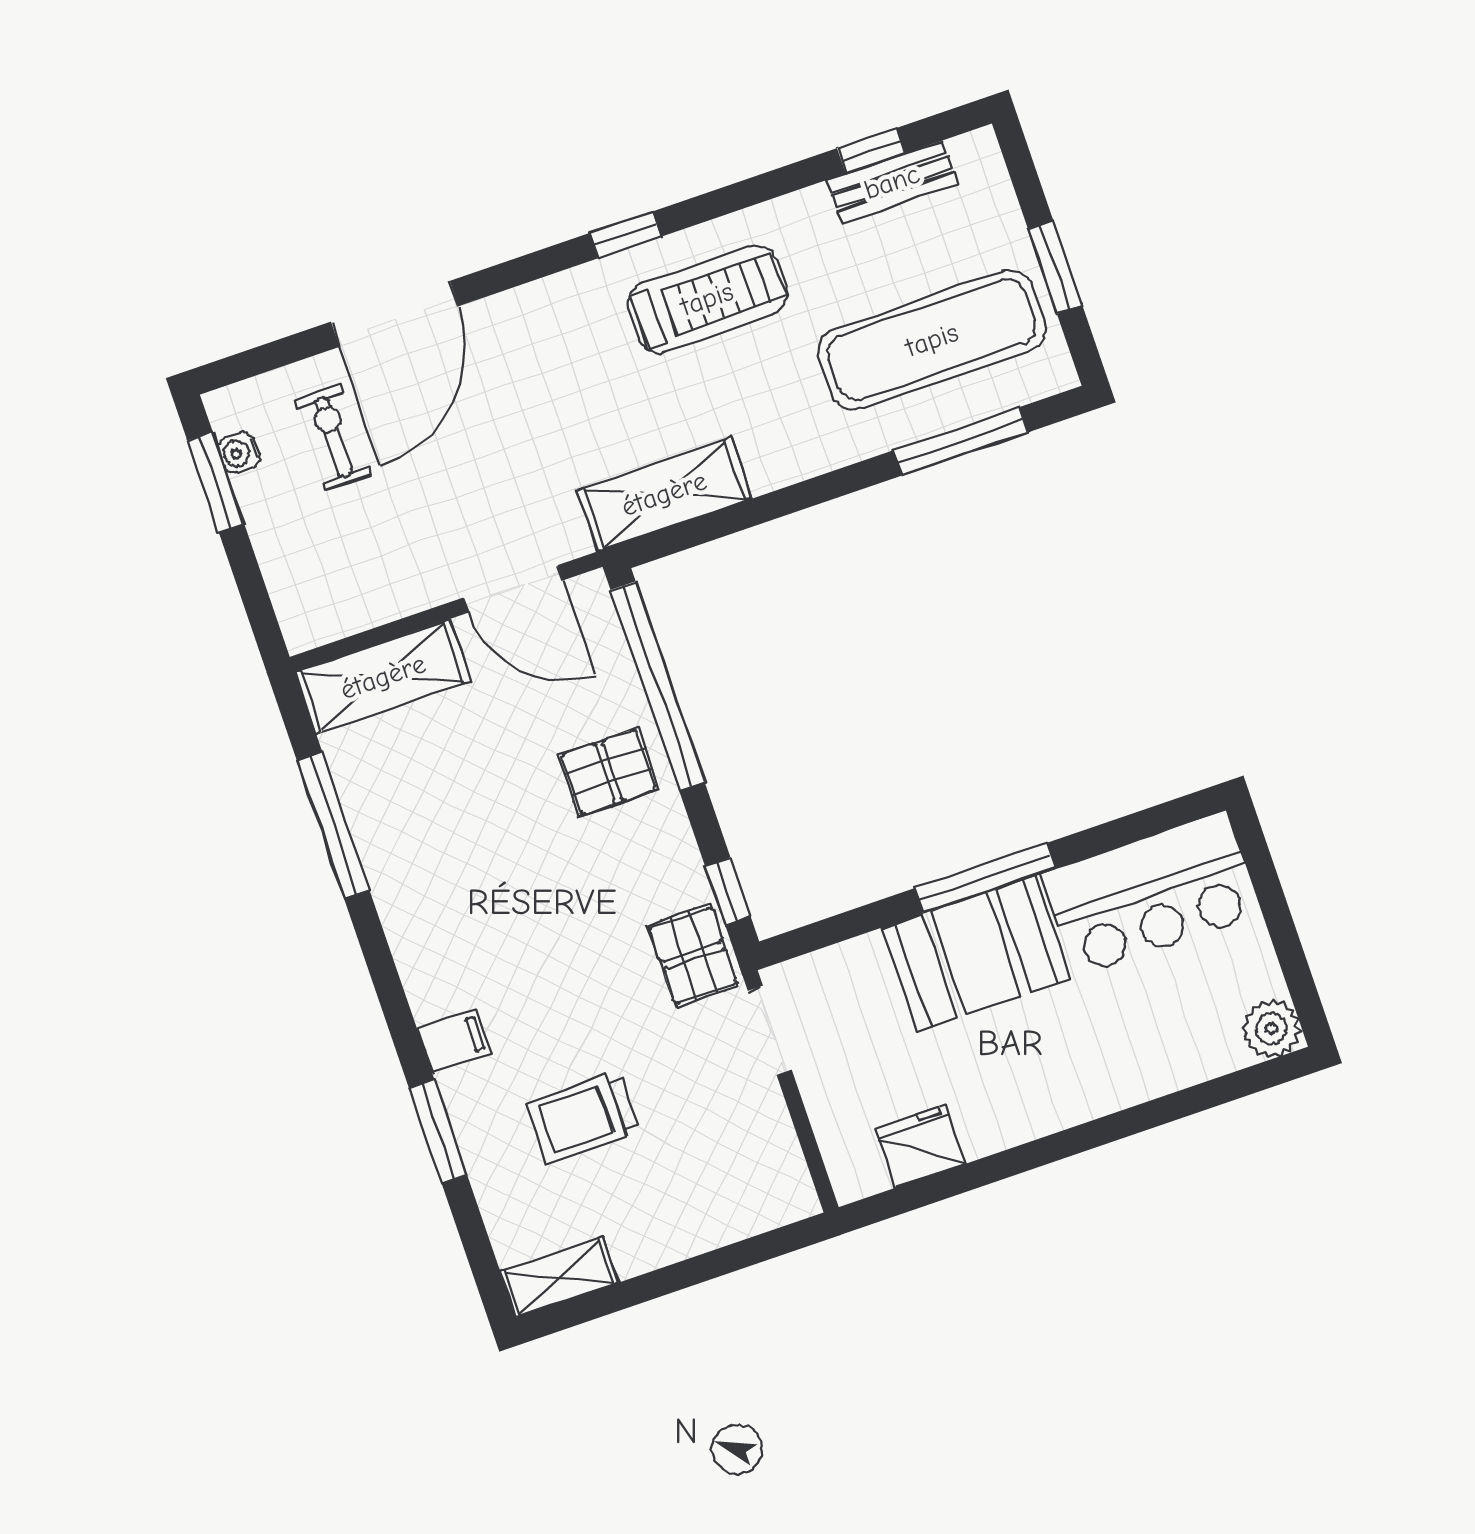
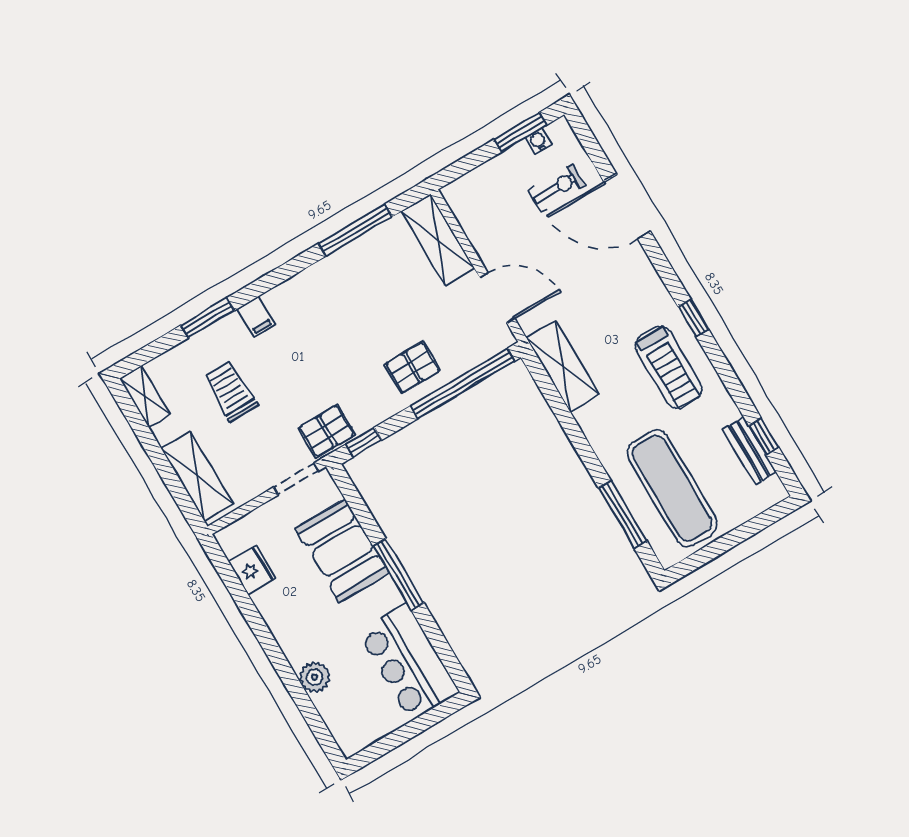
window: (1055, 267) -> (723, 544), removed
door: (513, 589) -> (497, 298), swing flipped
pallet: (609, 772) -> (413, 367), turned 90
booth: (976, 953) -> (342, 551), moved
plant: (1271, 1029) -> (315, 677), moved
shelving: (727, 1212) -> (197, 476), added

